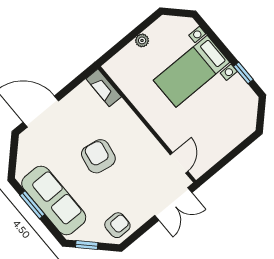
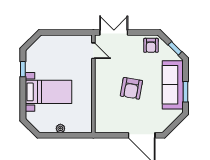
fireplace: (104, 88) -> (100, 121), removed
door: (179, 163) -> (93, 51), swing flipped
armchair: (117, 225) -> (151, 45), turned -90

